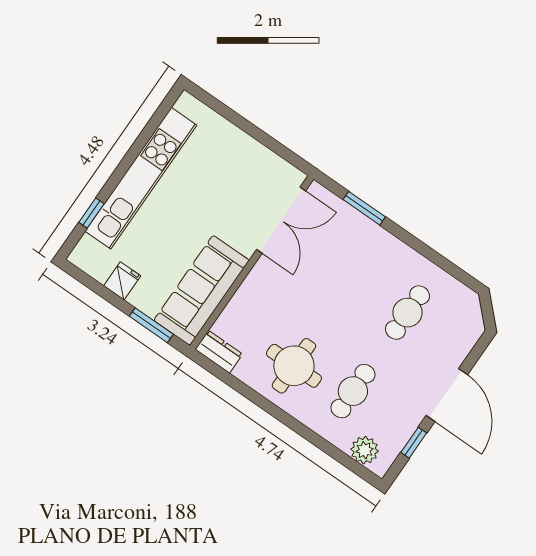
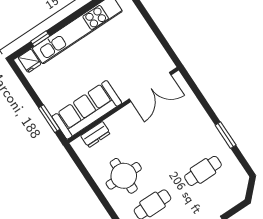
window: (364, 208) -> (226, 135), moved
fridge: (122, 281) -> (30, 61), moved, turned 90
dresser: (219, 352) -> (96, 135), moved, turned 90

